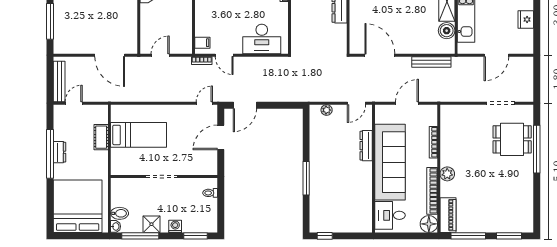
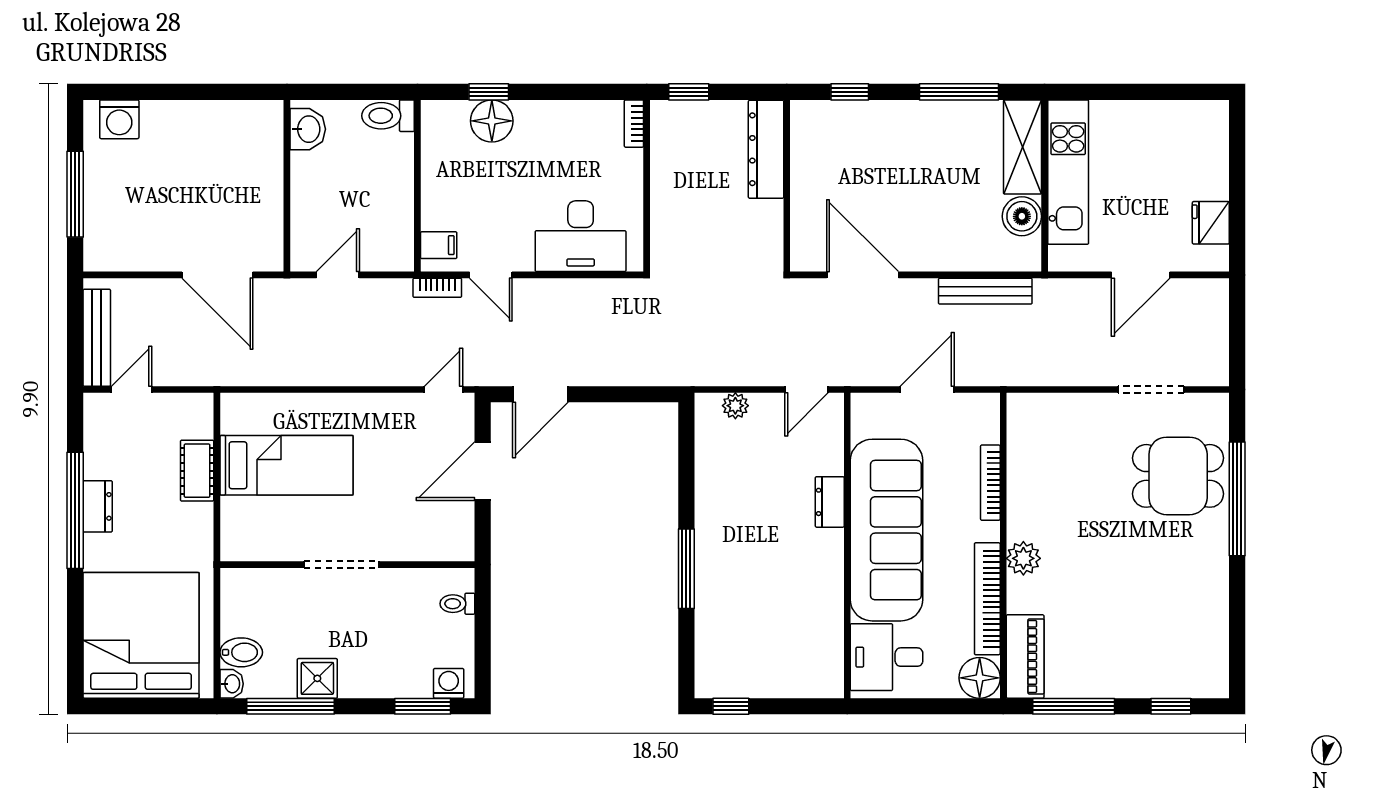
fridge: (526, 20) -> (1211, 223), moved
dresser: (366, 146) -> (830, 502), width x0.70
washing machine: (175, 226) -> (449, 683), moved
window: (509, 236) -> (1171, 706), width x0.67

